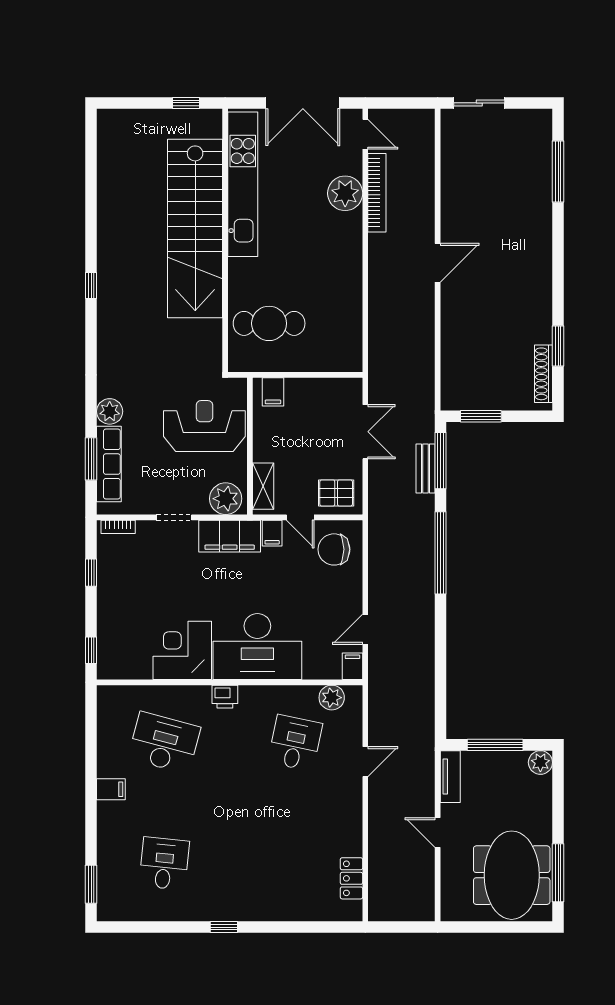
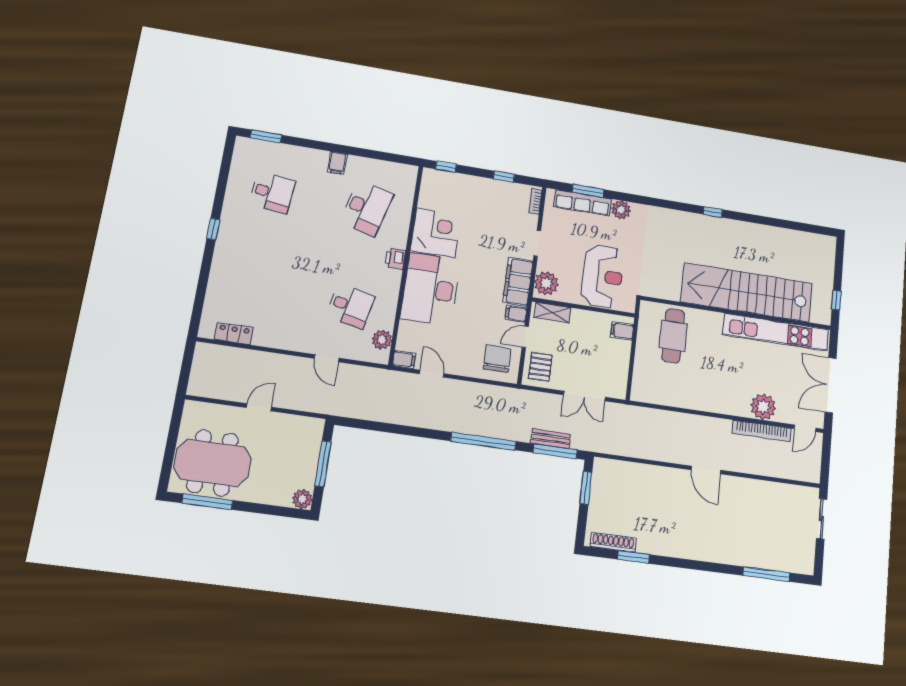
tv unit: (450, 777) -> (303, 424), removed

